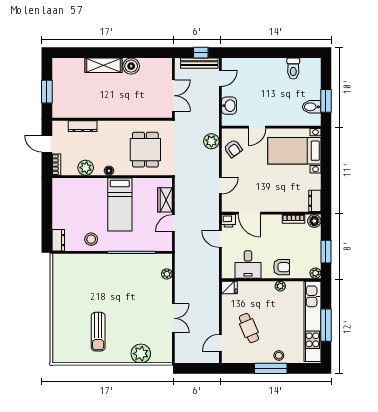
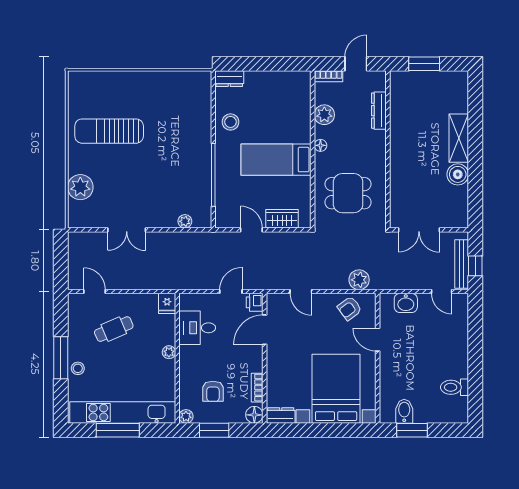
bed with nightstands: (294, 151) -> (336, 389), width x1.36
armchair: (282, 267) -> (213, 391), moved
plant: (280, 286) -> (169, 352), moved
sun lounger: (98, 332) -> (109, 131), width x1.36, depth x1.34

